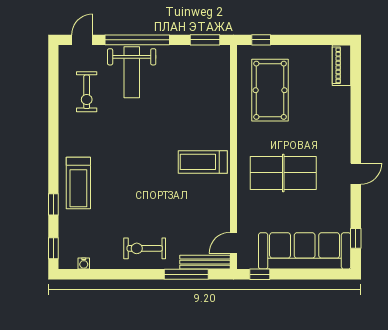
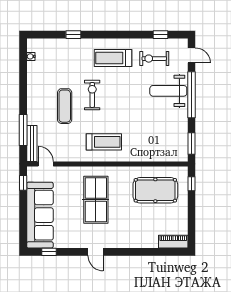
treadmill: (203, 162) -> (104, 142), turned 90
treadmill: (78, 183) -> (113, 58), moved
exercise mat: (153, 216) -> (65, 106), added
window: (53, 248) -> (161, 35), moved
exercise bike: (145, 248) -> (92, 95), moved

